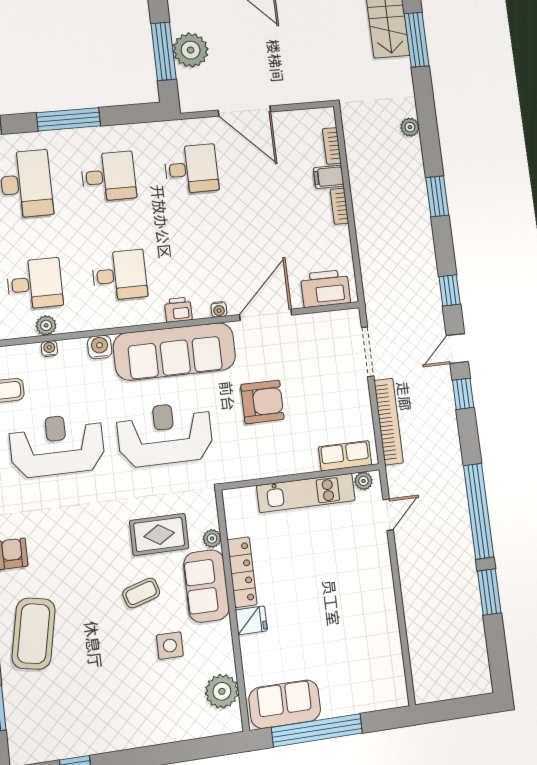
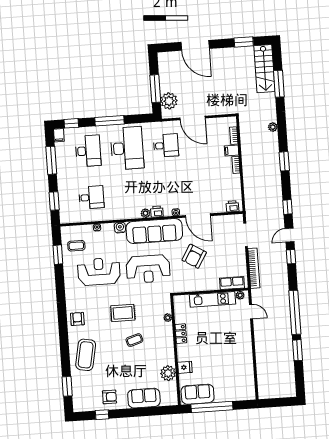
plant: (191, 50) -> (169, 101), moved
desk: (109, 176) -> (127, 148), width x1.87, depth x1.30
desk: (119, 275) -> (130, 195), removed
printer: (325, 289) -> (232, 206), width x0.53, depth x0.68
door: (266, 315) -> (198, 216), swing flipped
plant: (46, 325) -> (145, 213), moved
armchair: (262, 402) -> (194, 256), turned 121
reception desk: (165, 434) -> (148, 269), turned 180
door: (388, 515) -> (251, 312), hinge flipped
rug: (159, 535) -> (123, 313), moved
locker: (242, 572) -> (181, 334), width x0.66
sofa: (206, 586) -> (144, 398), moved, turned 90
fridge: (251, 620) -> (185, 367), moved
side table: (170, 646) -> (146, 364), removed
plant: (222, 691) -> (168, 373), moved
armchair: (91, 726) -> (109, 397), added

